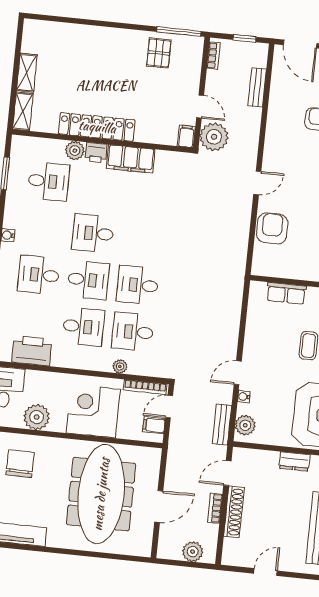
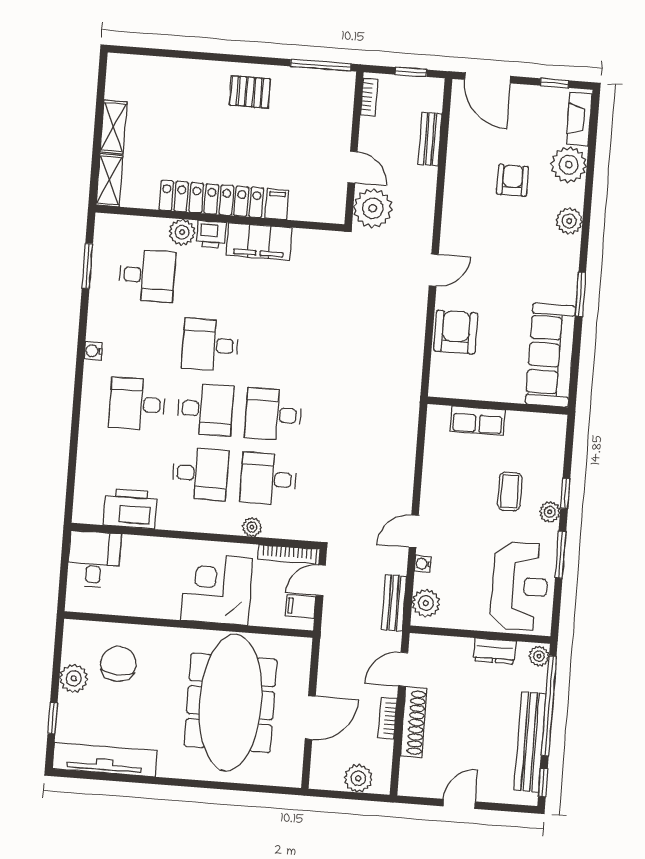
pallet: (159, 53) -> (250, 92), moved, turned 90
filing cabinet: (186, 136) -> (277, 204), moved
plant: (37, 417) -> (139, 599), removed

